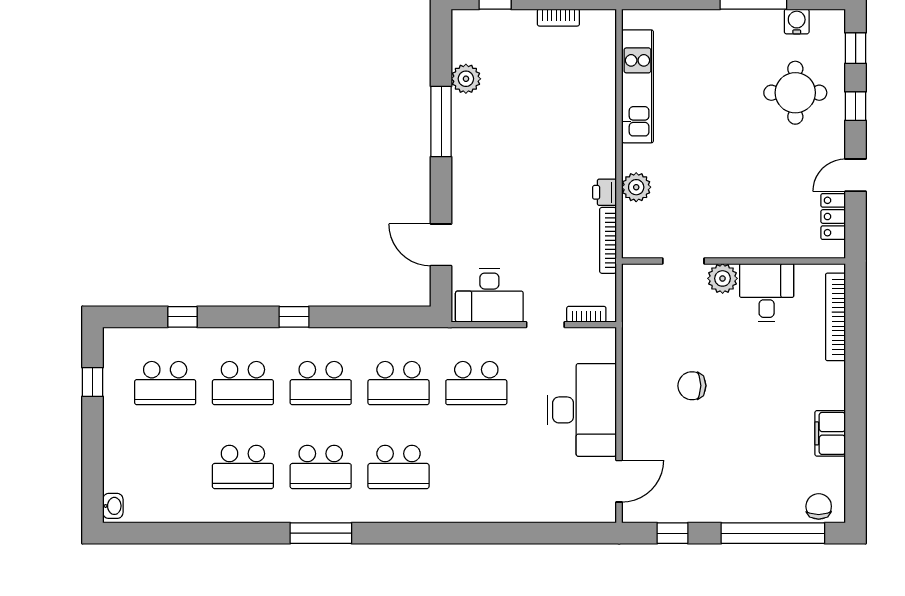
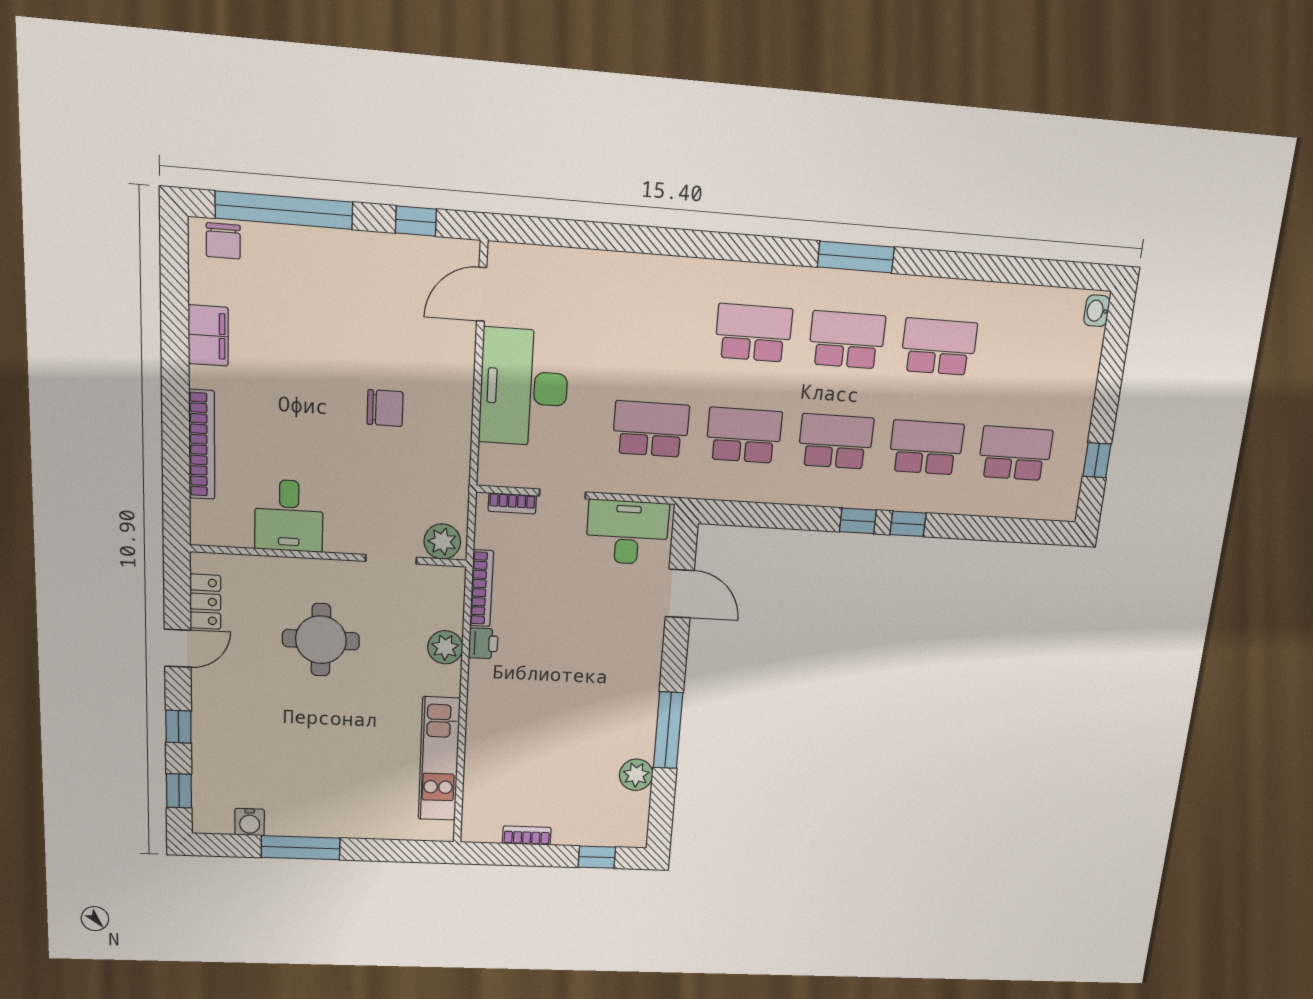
round table: (795, 93) -> (321, 640), moved
plant: (723, 278) -> (442, 542), moved
window: (183, 317) -> (908, 524), moved
bookcase: (835, 317) -> (202, 445), moved

